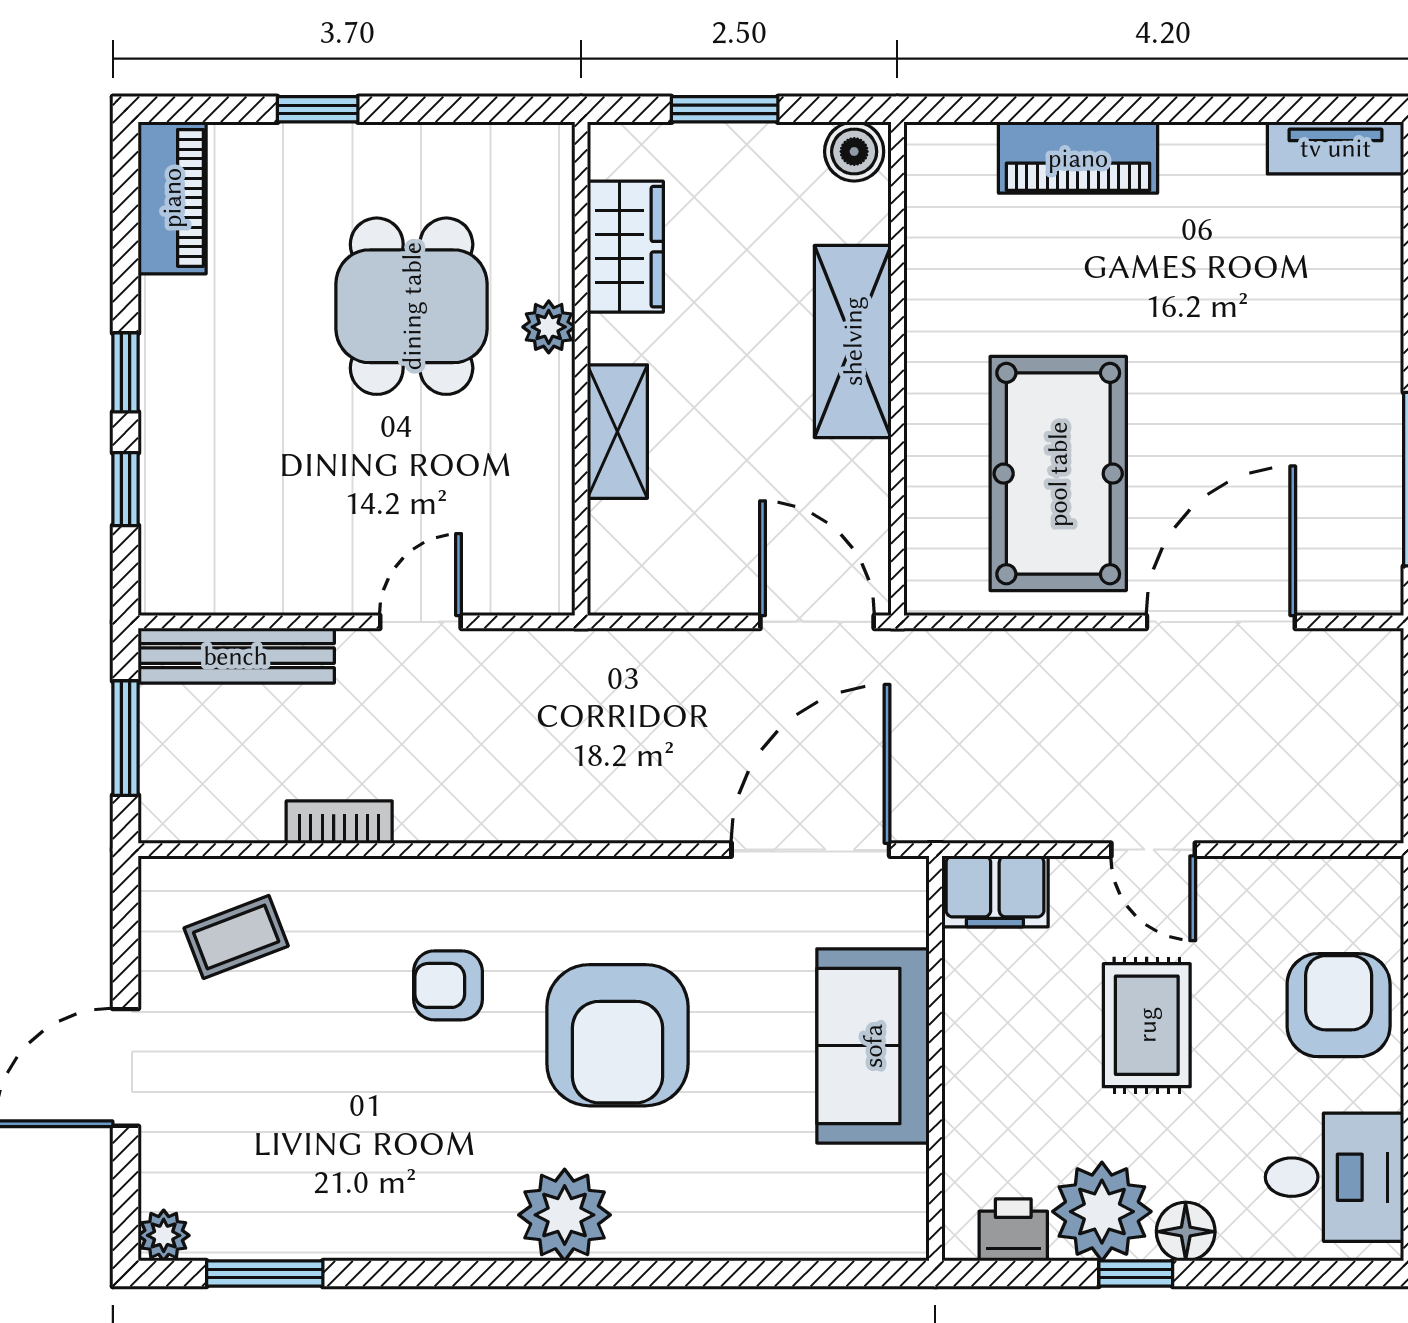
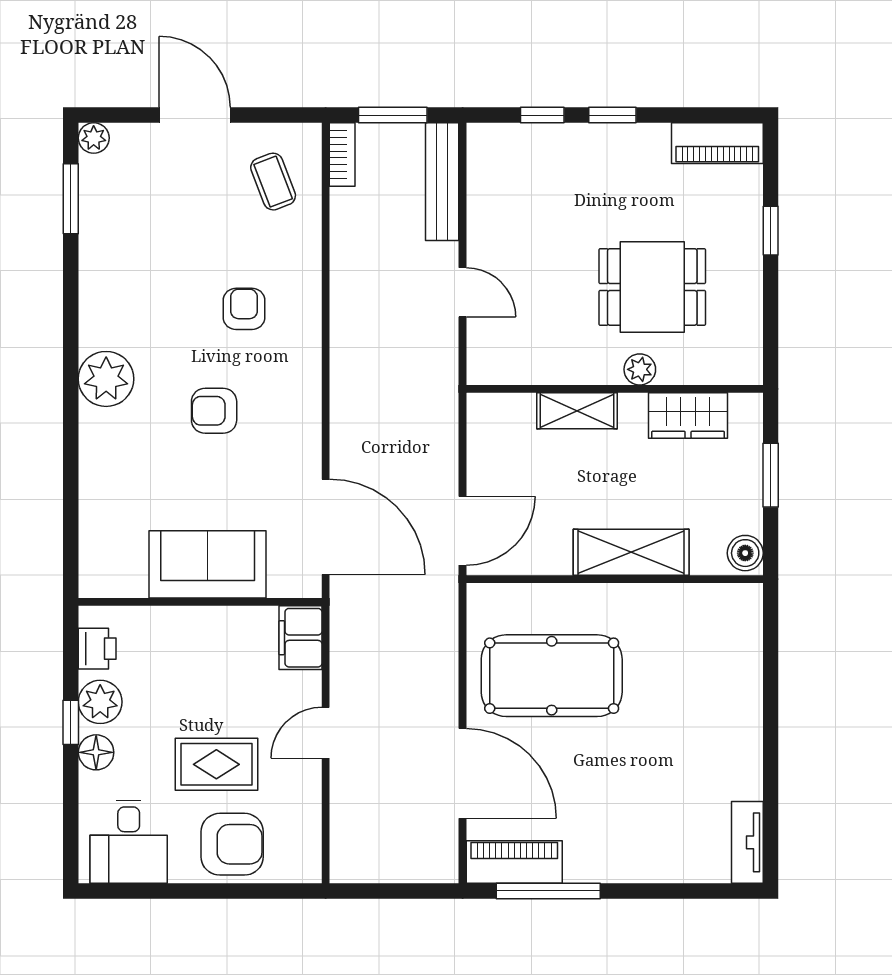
piano: (1078, 158) -> (514, 862), moved, turned 90
bookcase: (339, 822) -> (342, 155), moved
rug: (1147, 1025) -> (216, 764), moved
armchair: (617, 1035) -> (214, 411), width x0.53, depth x0.53
plant: (1102, 1212) -> (100, 702), width x0.73, depth x0.73

